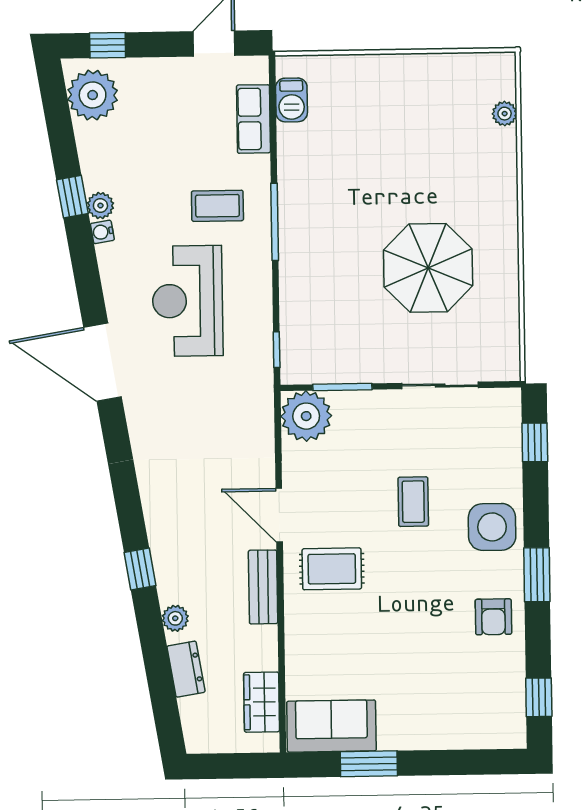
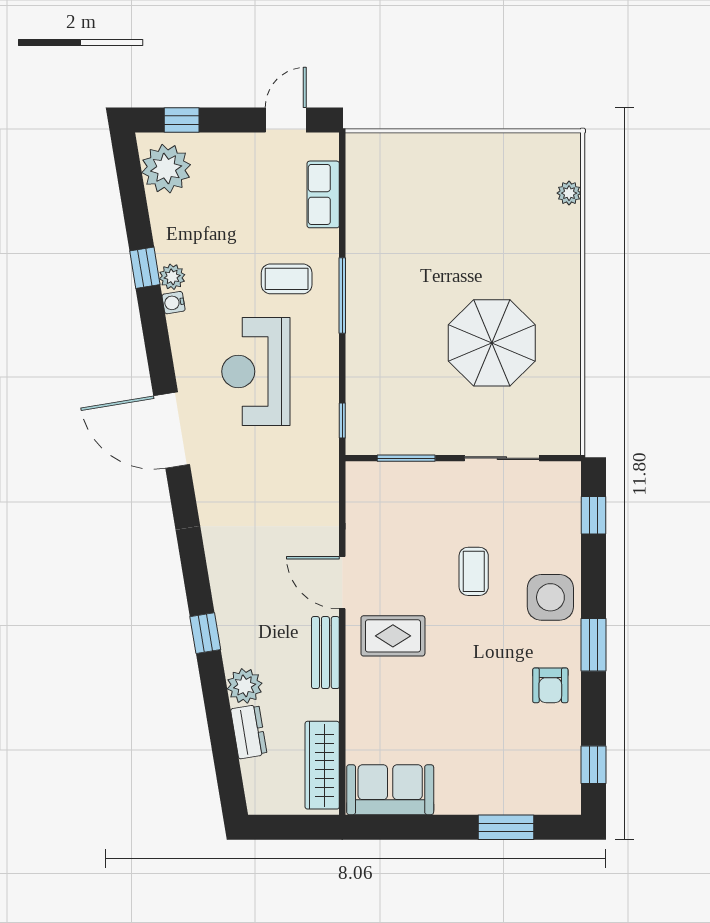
barbecue: (291, 100) -> (361, 176), removed
plant: (306, 416) -> (370, 486), removed
plant: (175, 618) -> (245, 686), width x1.38, depth x1.38
wardrobe: (262, 702) -> (322, 765), width x1.50
window: (369, 764) -> (506, 827), moved

